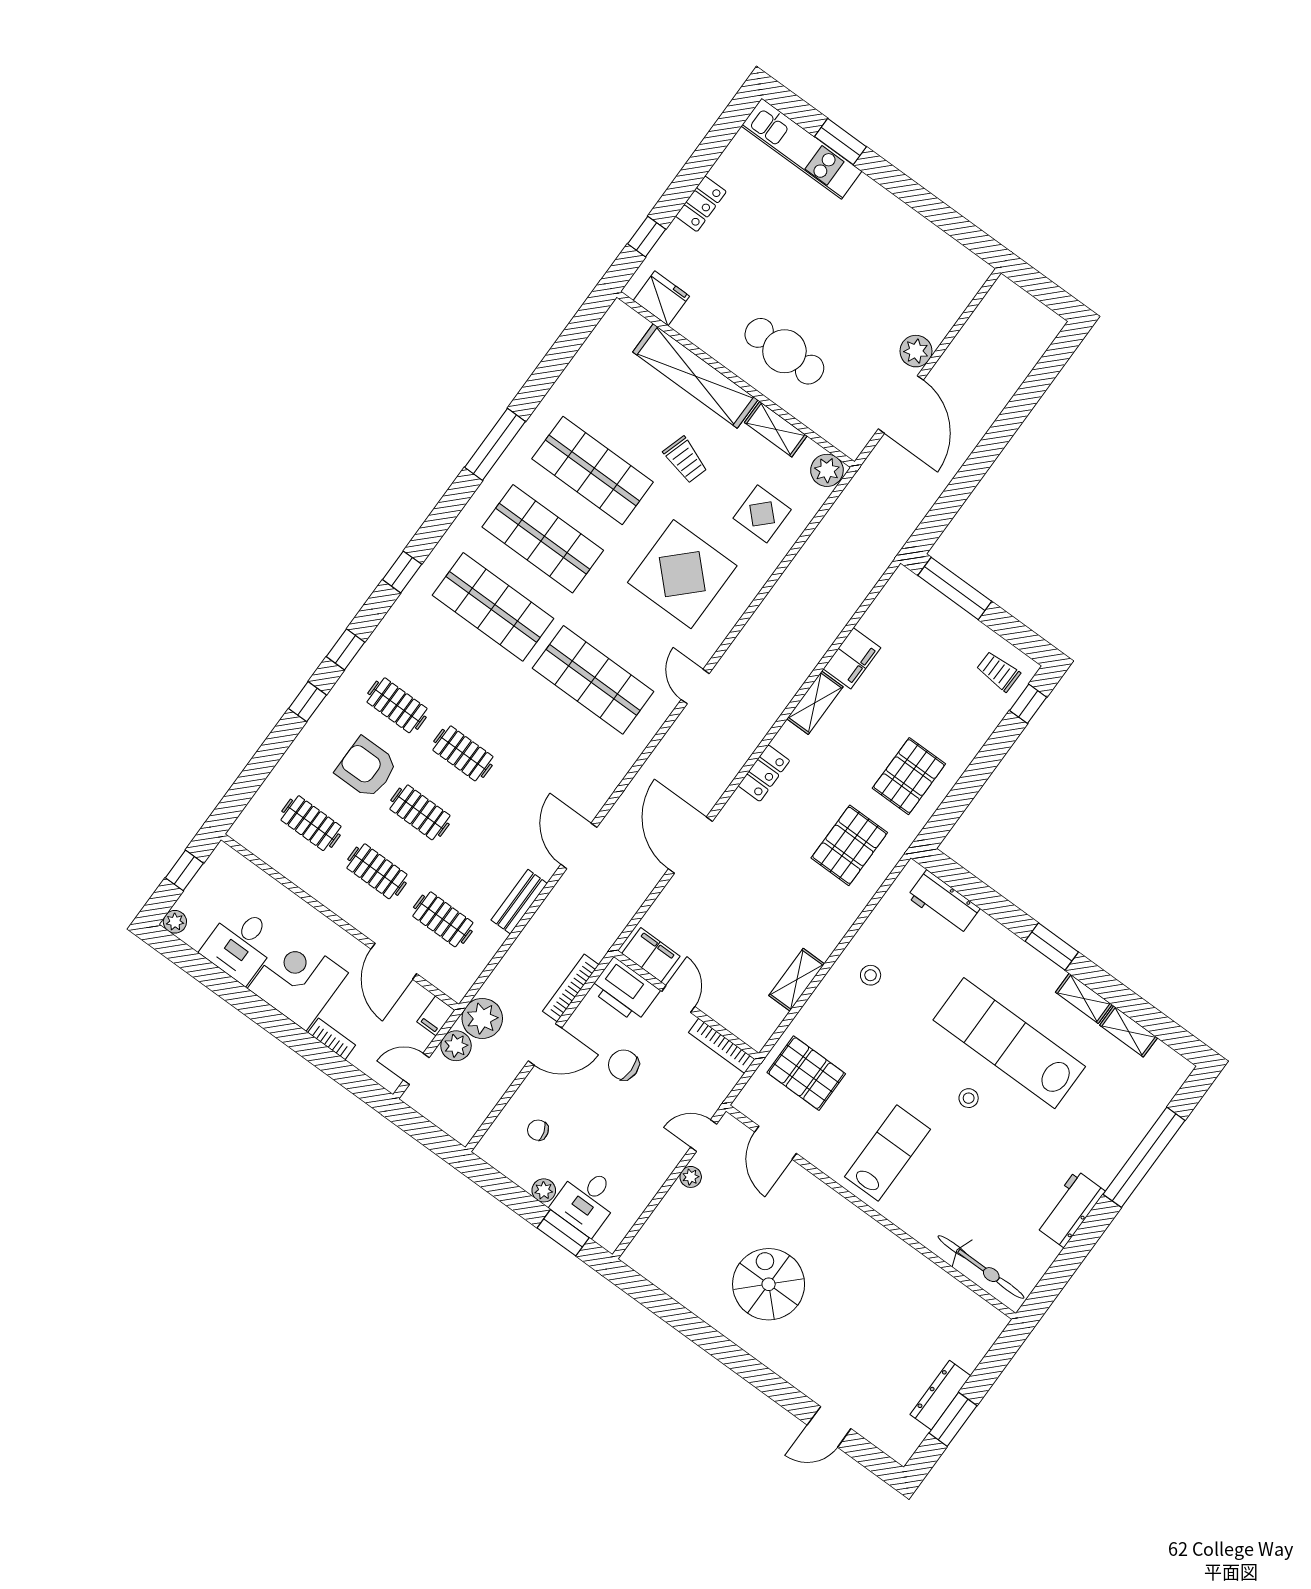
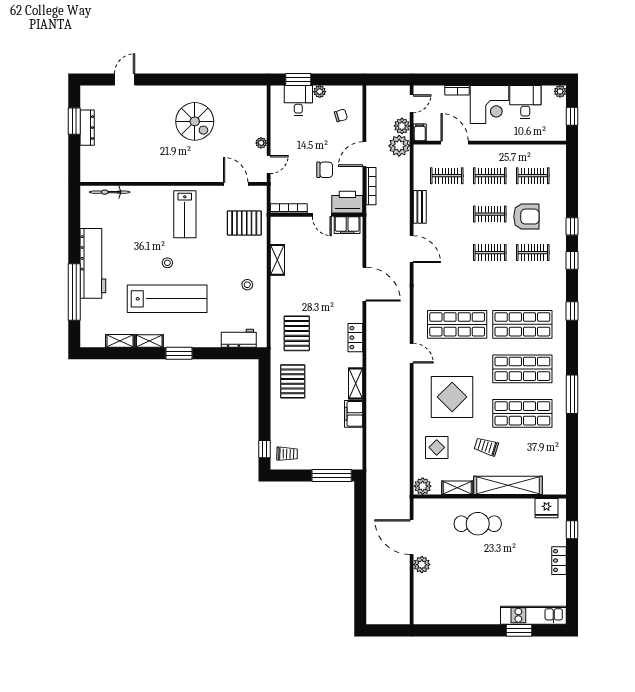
workbench: (1070, 1209) -> (93, 263), width x1.88, depth x1.32
bicycle: (981, 1267) -> (110, 192), width x0.73, depth x0.71

